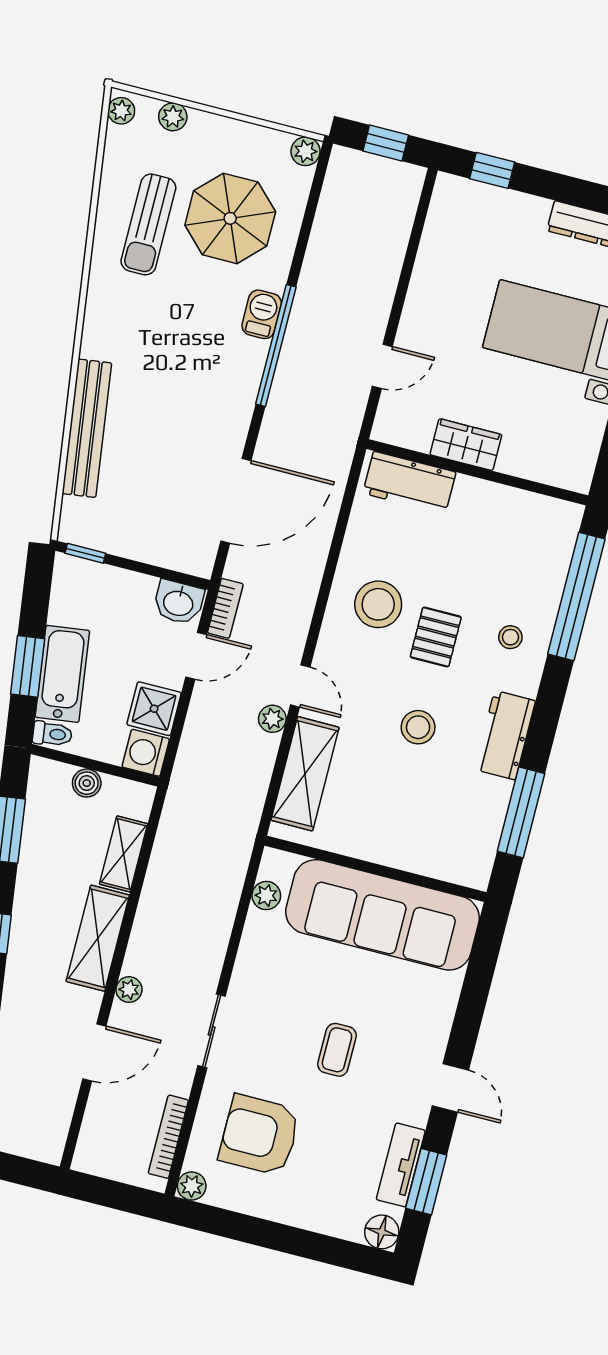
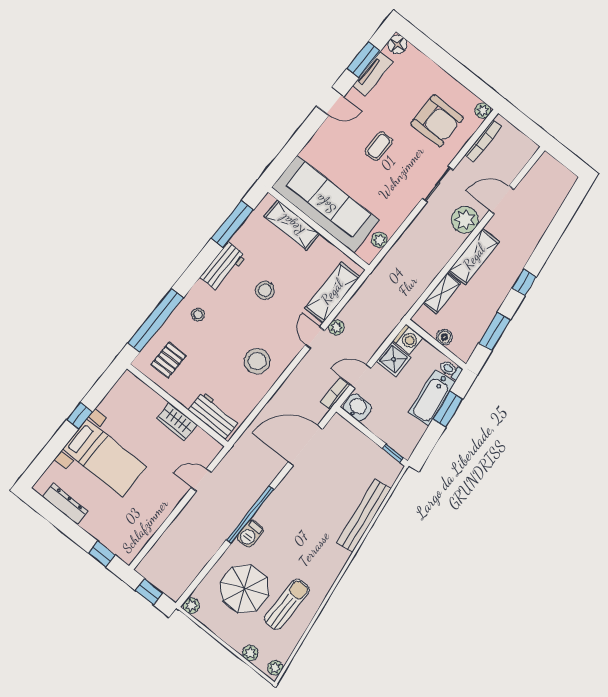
pallet: (436, 637) -> (168, 360), moved
shelving: (422, 855) -> (292, 225), added
plant: (129, 990) -> (465, 220), width x1.87, depth x1.87
door: (450, 1088) -> (330, 101), swing flipped

